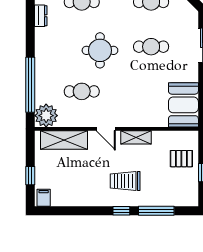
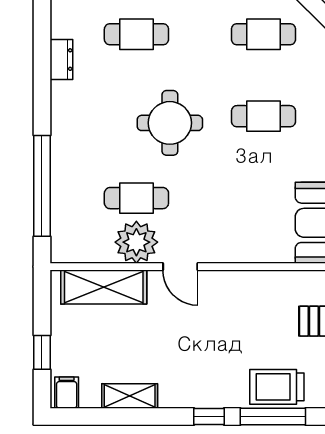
plant: (46, 116) -> (136, 242), moved
shelving: (136, 137) -> (130, 396), moved
trolley: (125, 181) -> (277, 387), moved

